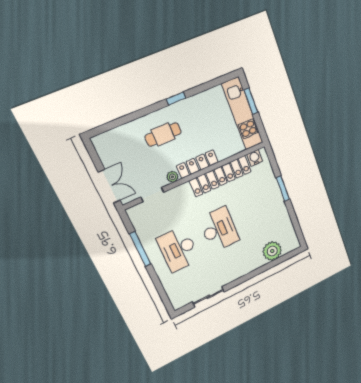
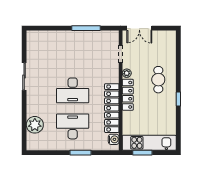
window: (251, 101) -> (142, 153), moved
desk: (178, 249) -> (73, 126), moved
sliding door: (208, 297) -> (24, 77), moved

